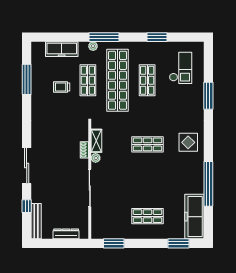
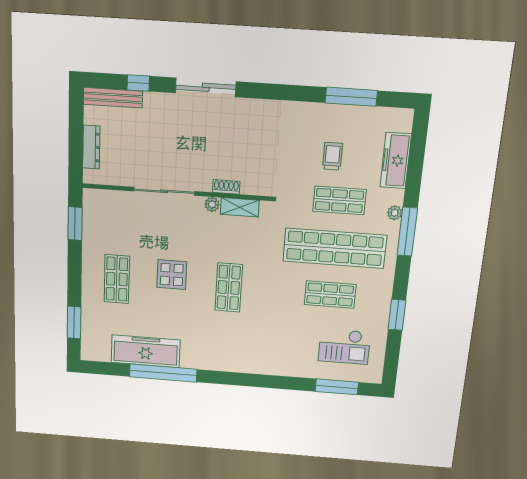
window: (208, 96) -> (337, 387), moved
display table: (188, 142) -> (172, 275), moved
freezer: (194, 217) -> (146, 351), moved

